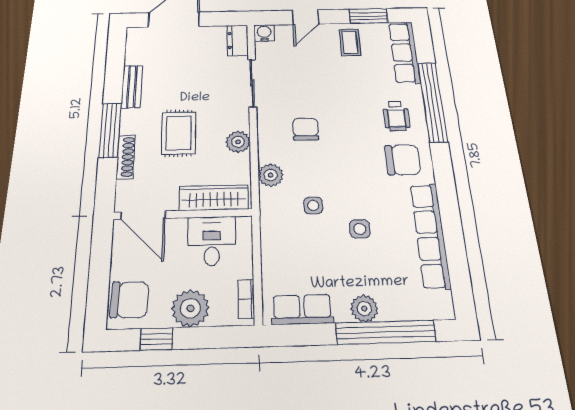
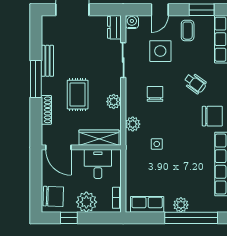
wheelchair: (396, 116) -> (195, 83), moved, turned -54
window: (110, 130) -> (36, 79), moved
side table: (360, 229) -> (160, 51), moved, width x1.87, depth x1.87

